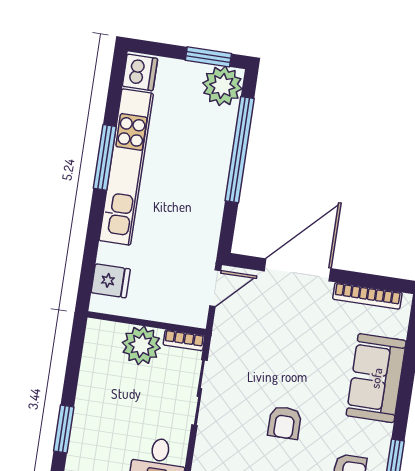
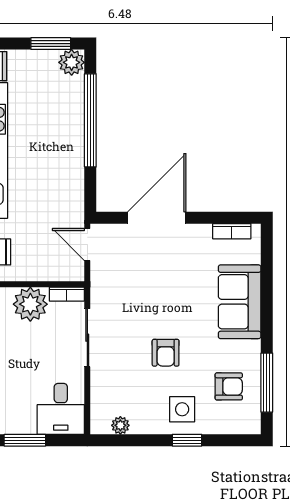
plant: (222, 86) -> (72, 62), width x0.73, depth x0.73
door: (215, 288) -> (87, 245), swing flipped
bookcase: (367, 296) -> (232, 231), width x0.64

